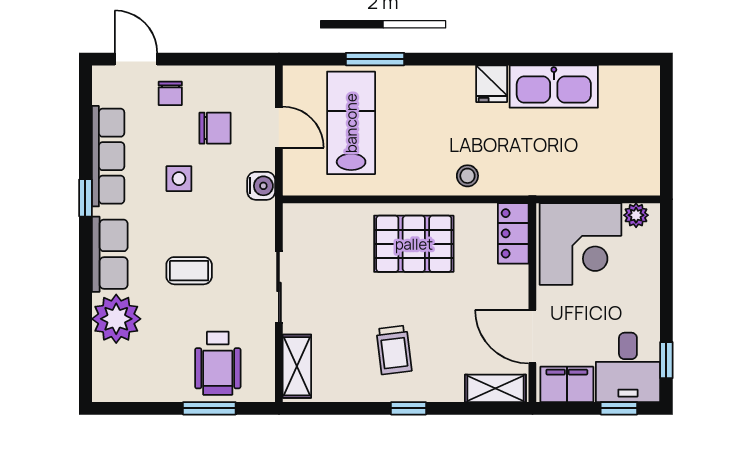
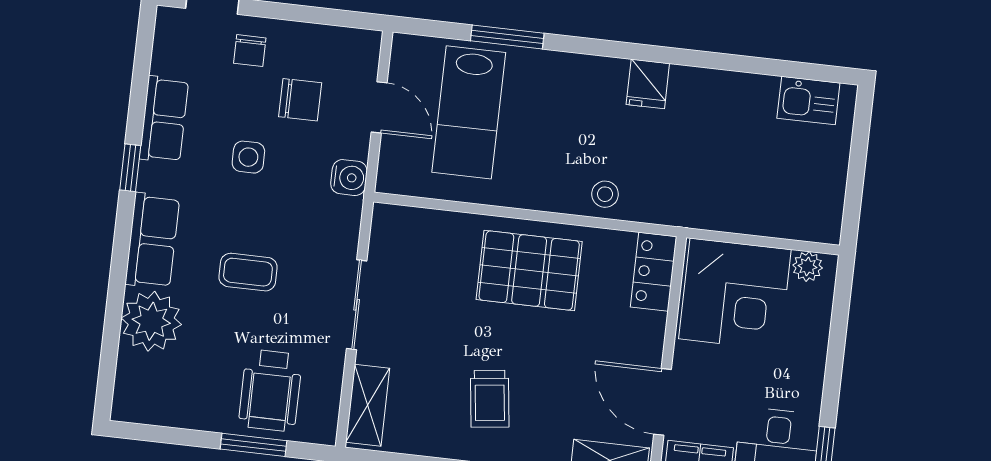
kitchen sink: (554, 87) -> (808, 101), moved, width x0.53, depth x0.81
lab bench: (351, 123) -> (469, 112), turned 180
row of seats: (108, 156) -> (164, 119), width x0.68

